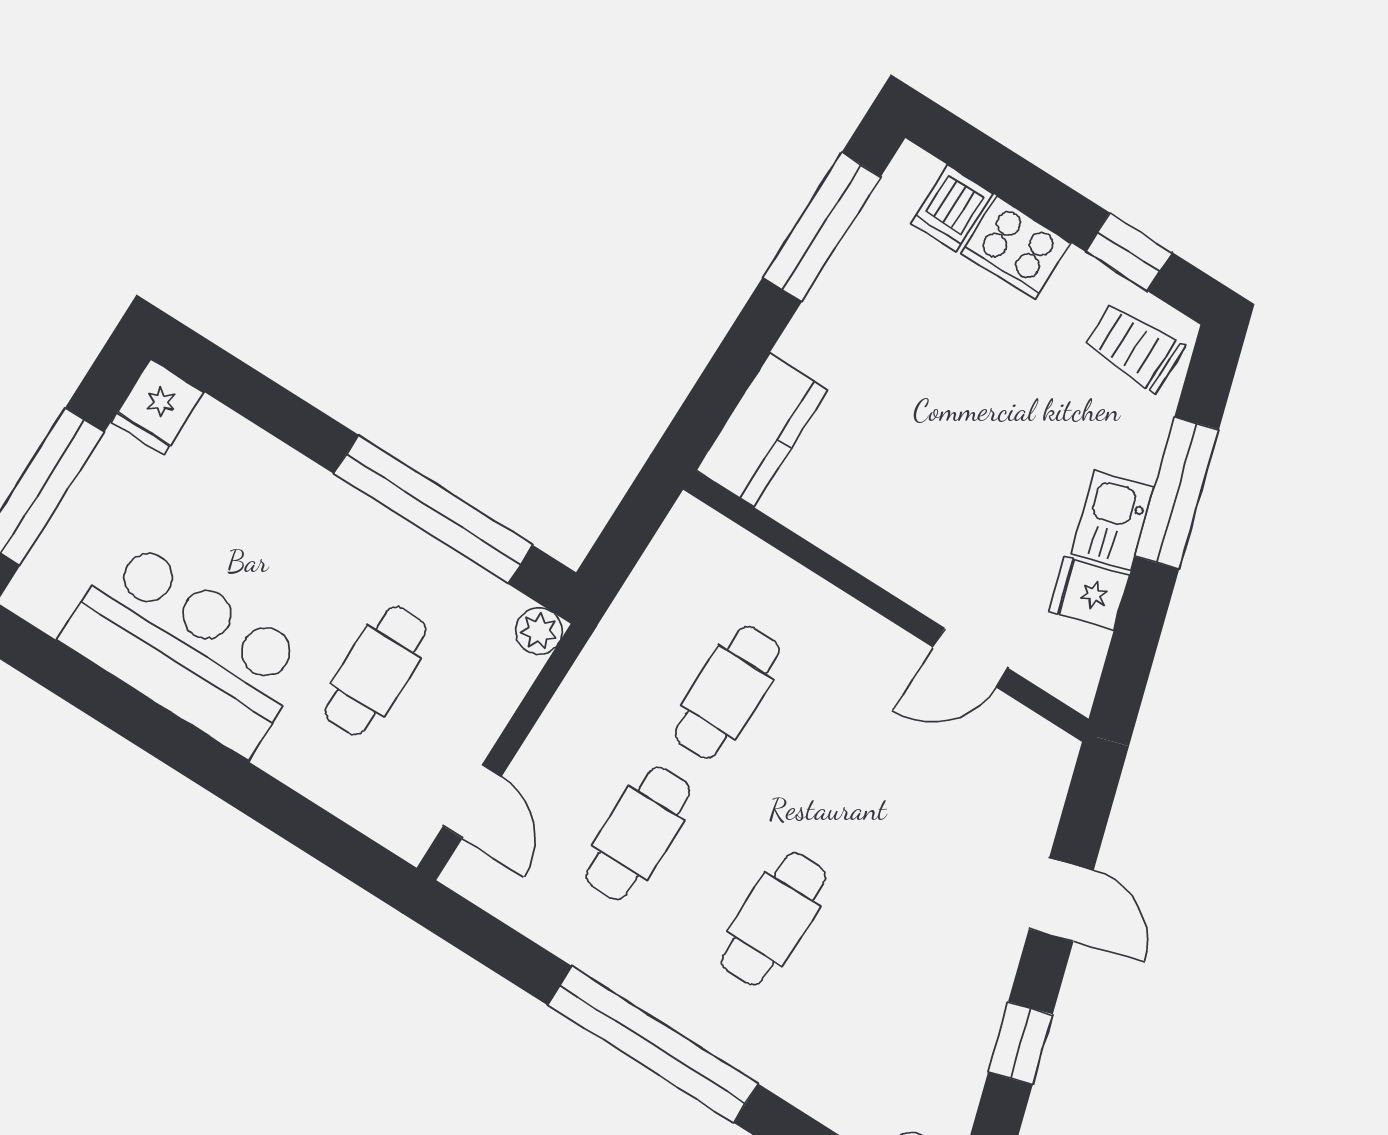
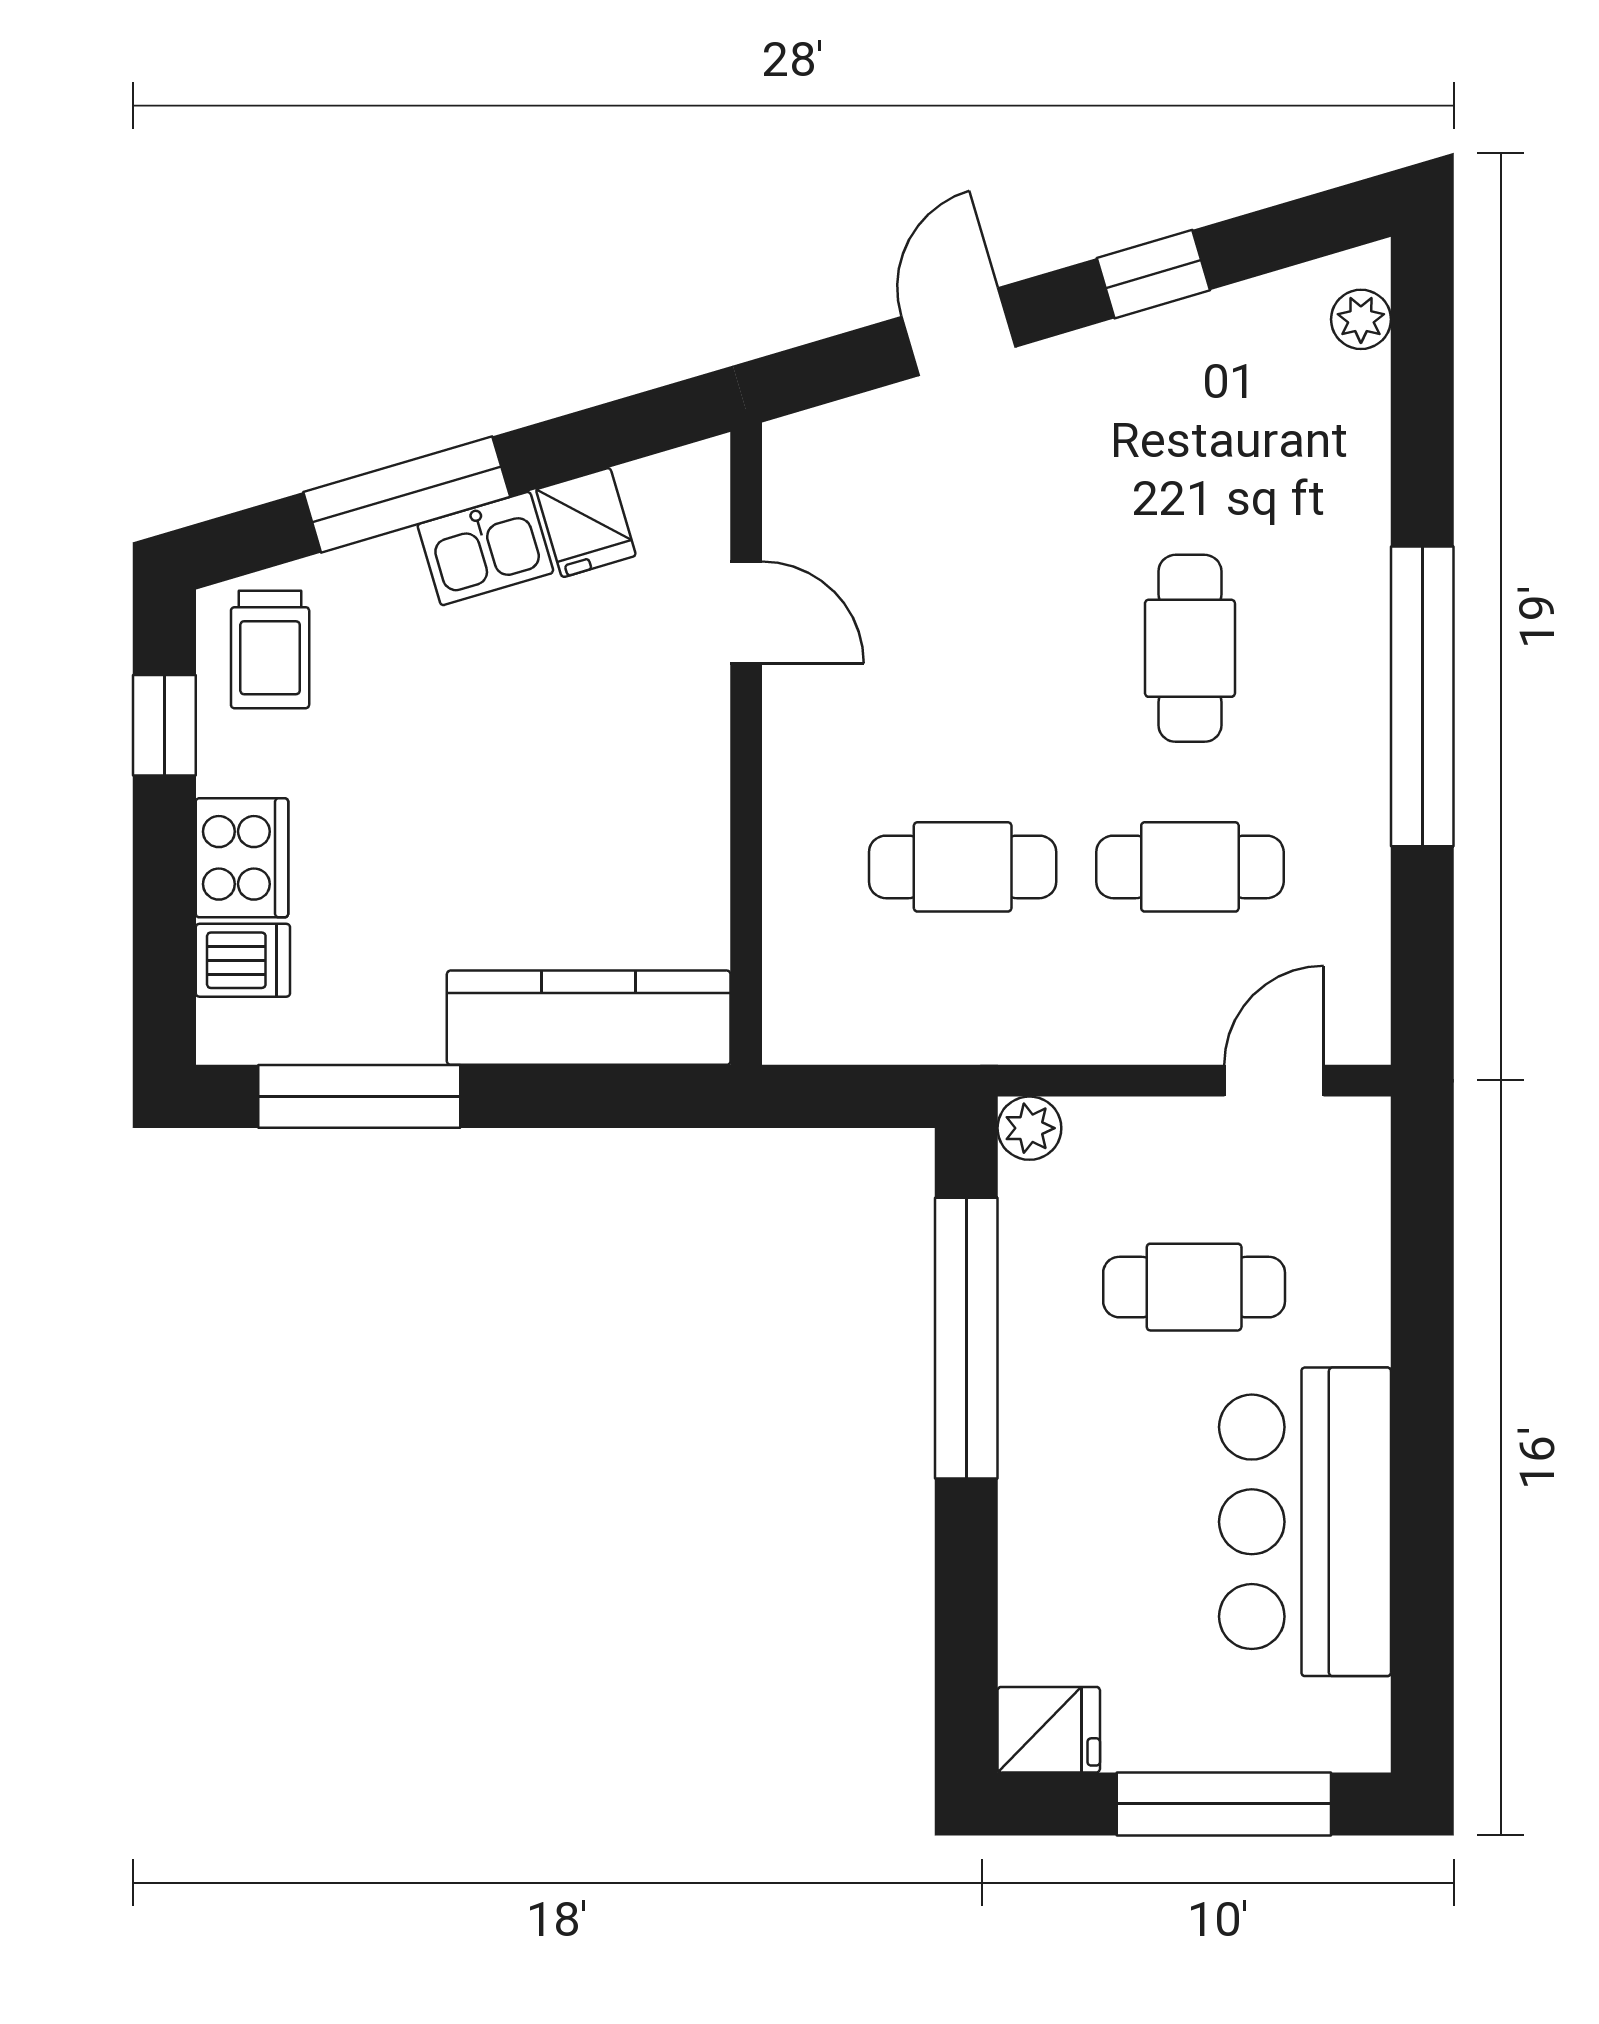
kitchen counter: (762, 430) -> (589, 1018), width x1.50
cafe table: (774, 919) -> (1190, 648), turned 90

